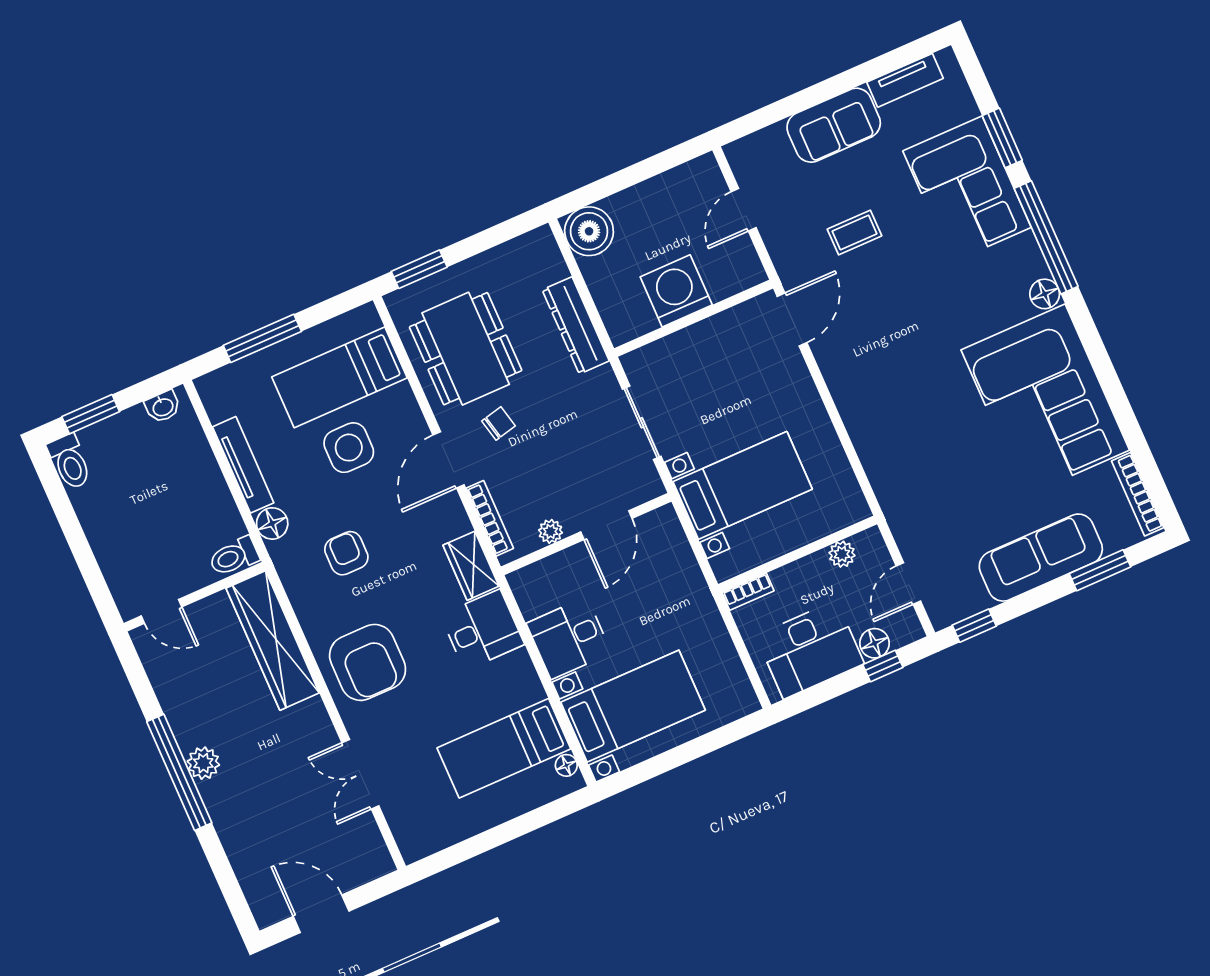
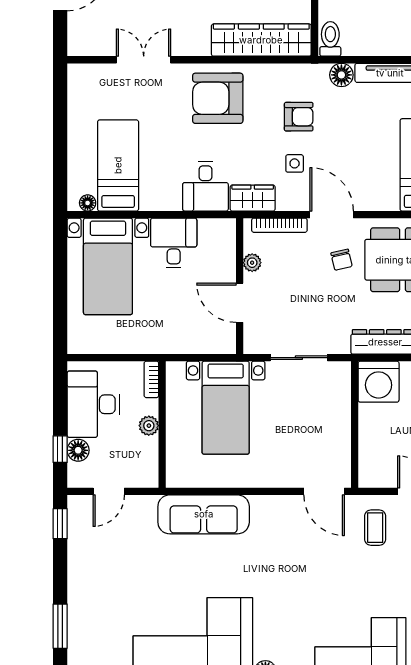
coffee table: (855, 232) -> (375, 528), moved
washing machine: (676, 291) -> (379, 382), moved, turned 90
side table: (349, 448) -> (295, 163), moved, width x0.54, depth x0.54
plant: (842, 554) -> (149, 426), moved
sofa: (1041, 558) -> (204, 514), moved, turned 90
door: (908, 583) -> (109, 491), swing flipped

